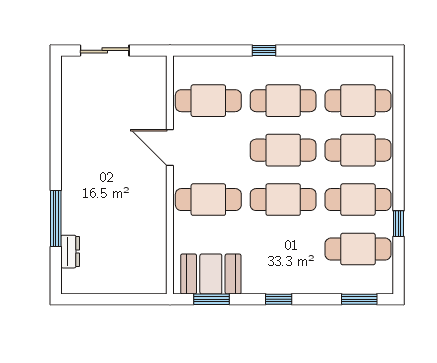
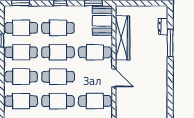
wardrobe: (152, 228) -> (123, 38), added
cafe table: (283, 249) -> (58, 28), added
booth: (211, 274) -> (102, 21), moved, turned 90

